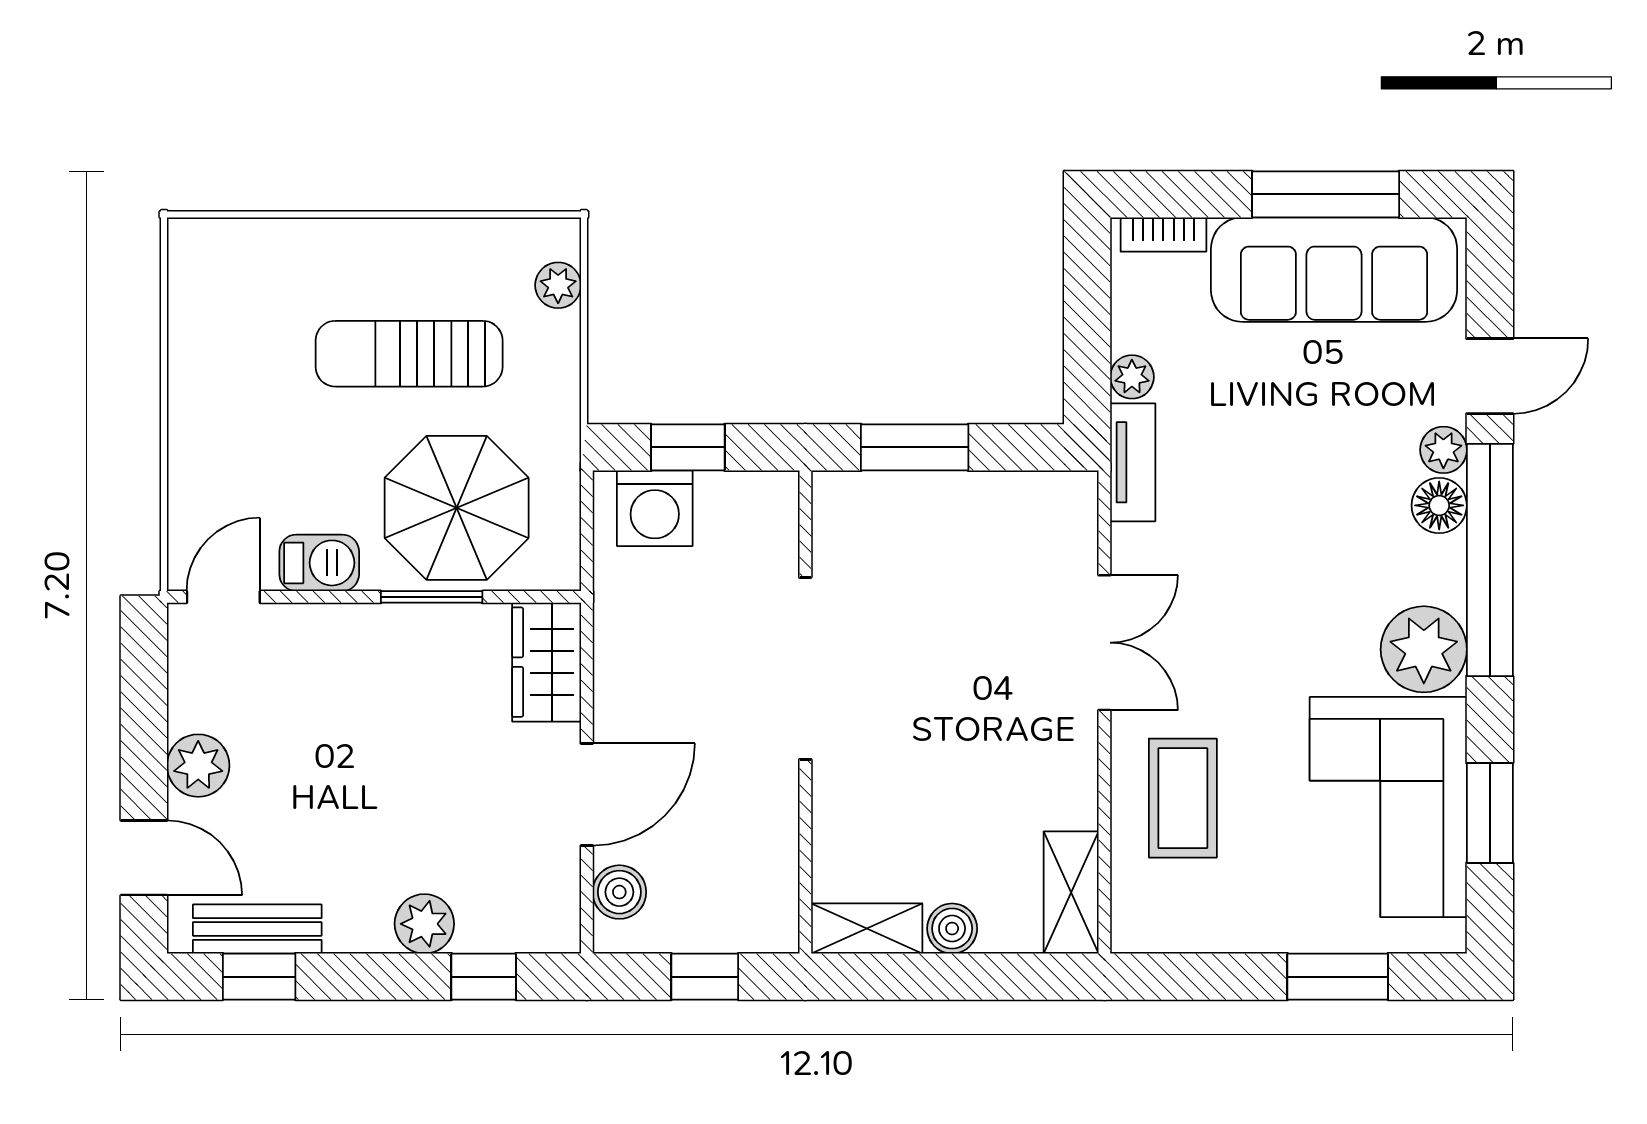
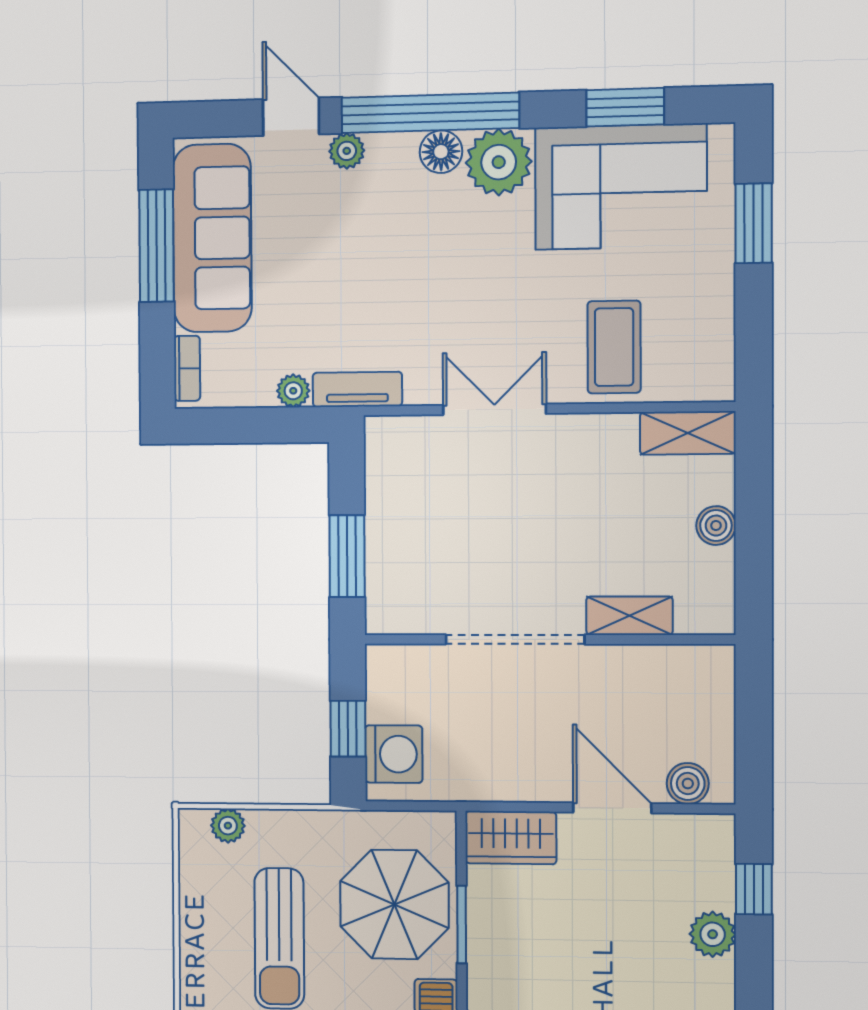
floor lamp: (1439, 505) -> (441, 152), moved
coffee table: (1183, 798) -> (614, 347), turned 90
shelving: (867, 928) -> (629, 616), moved, turned 90
window: (705, 977) -> (754, 718), removed

